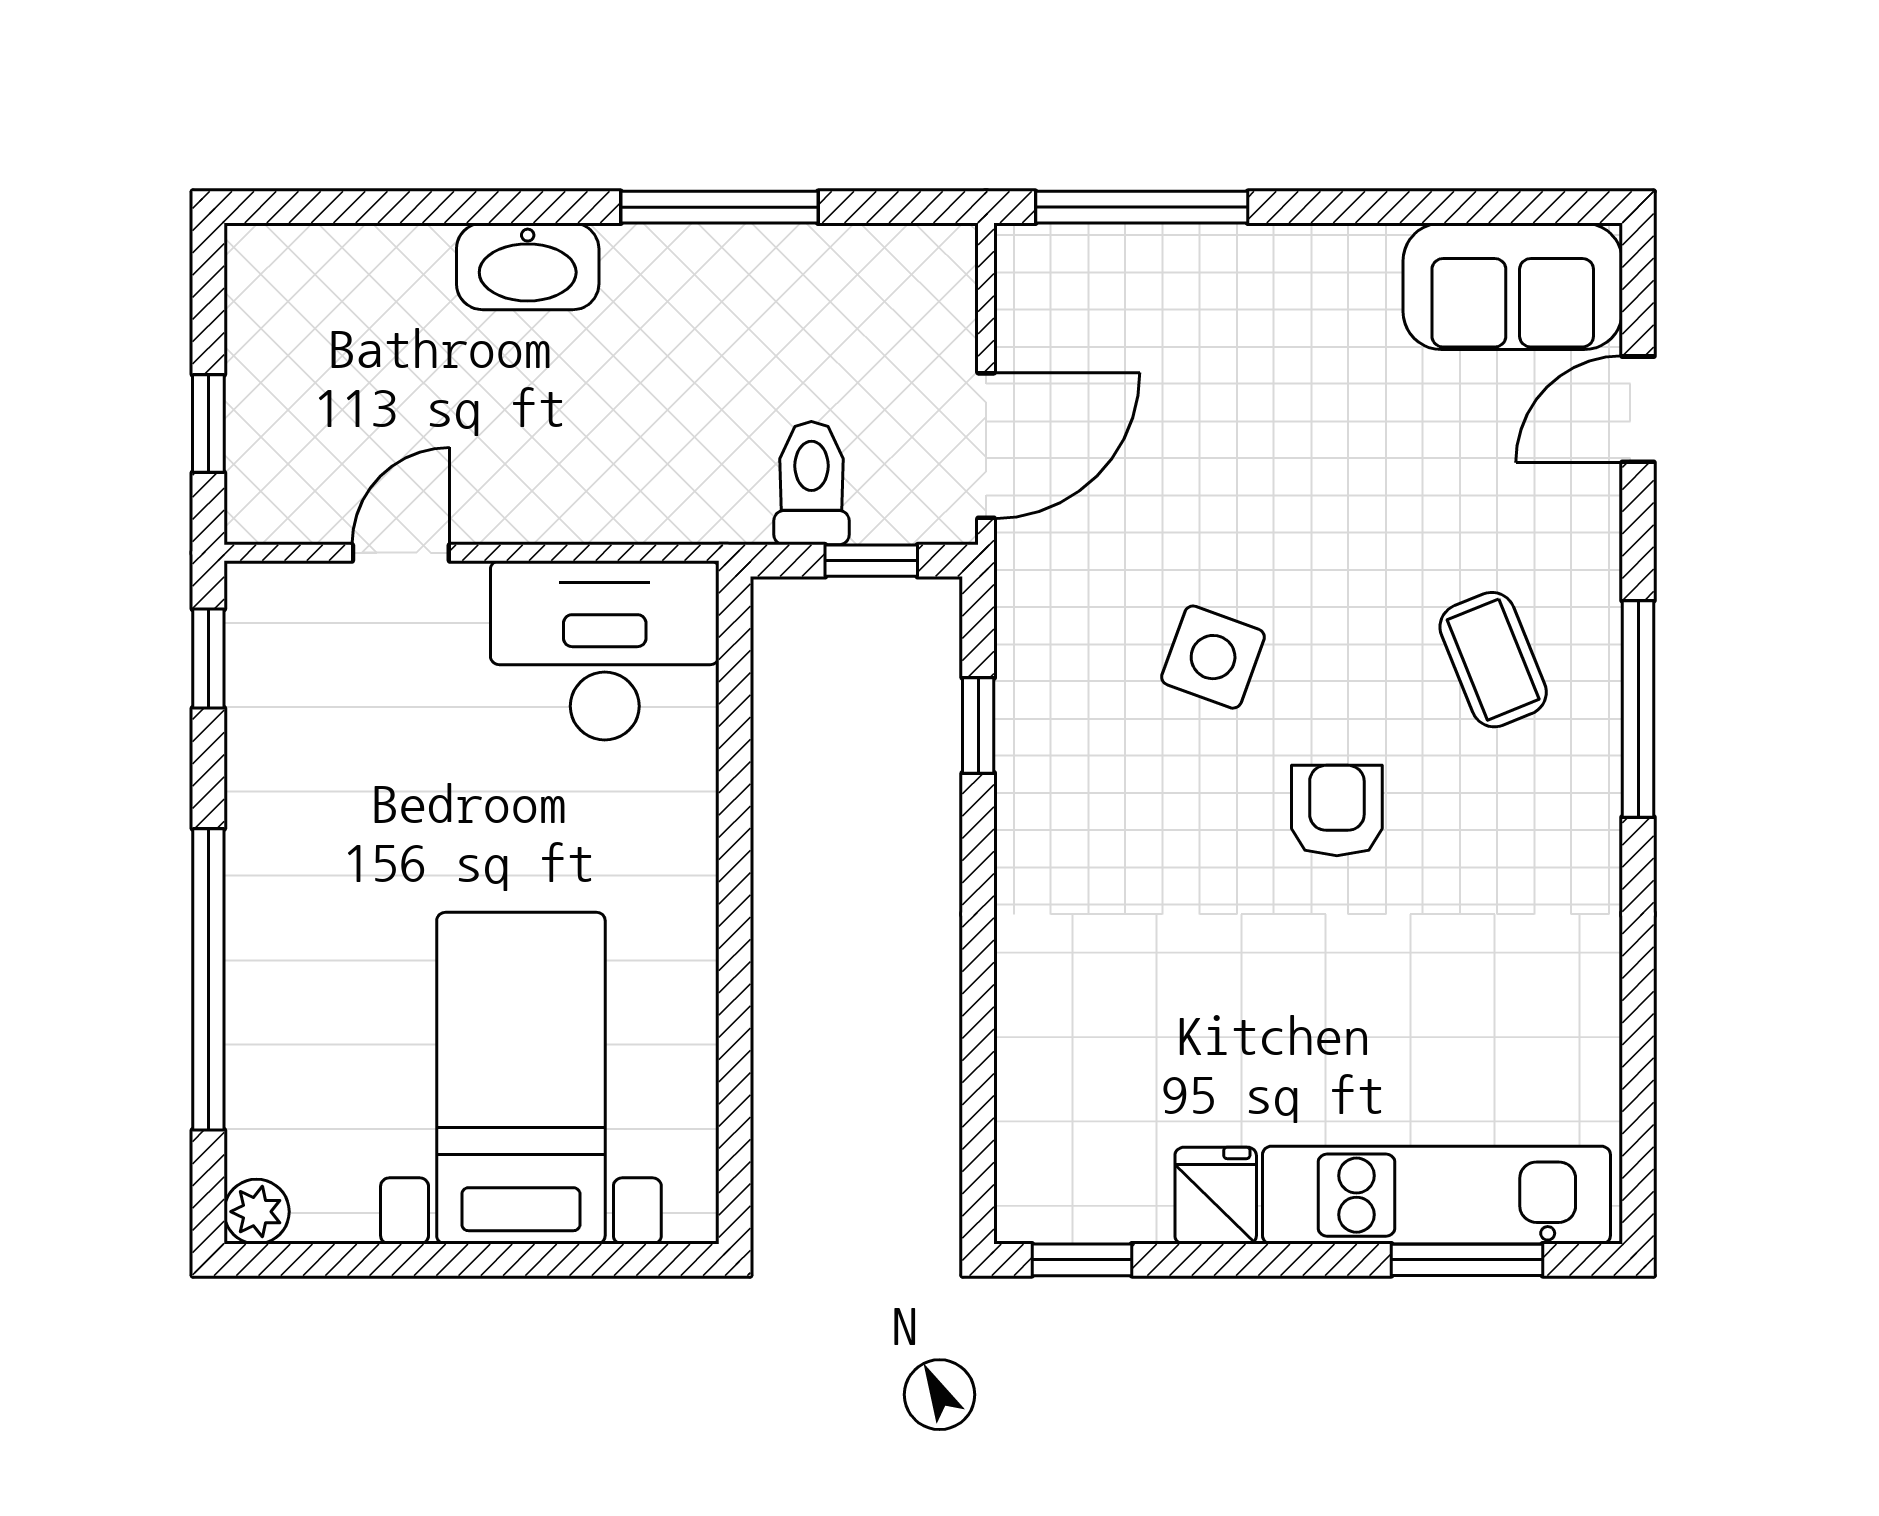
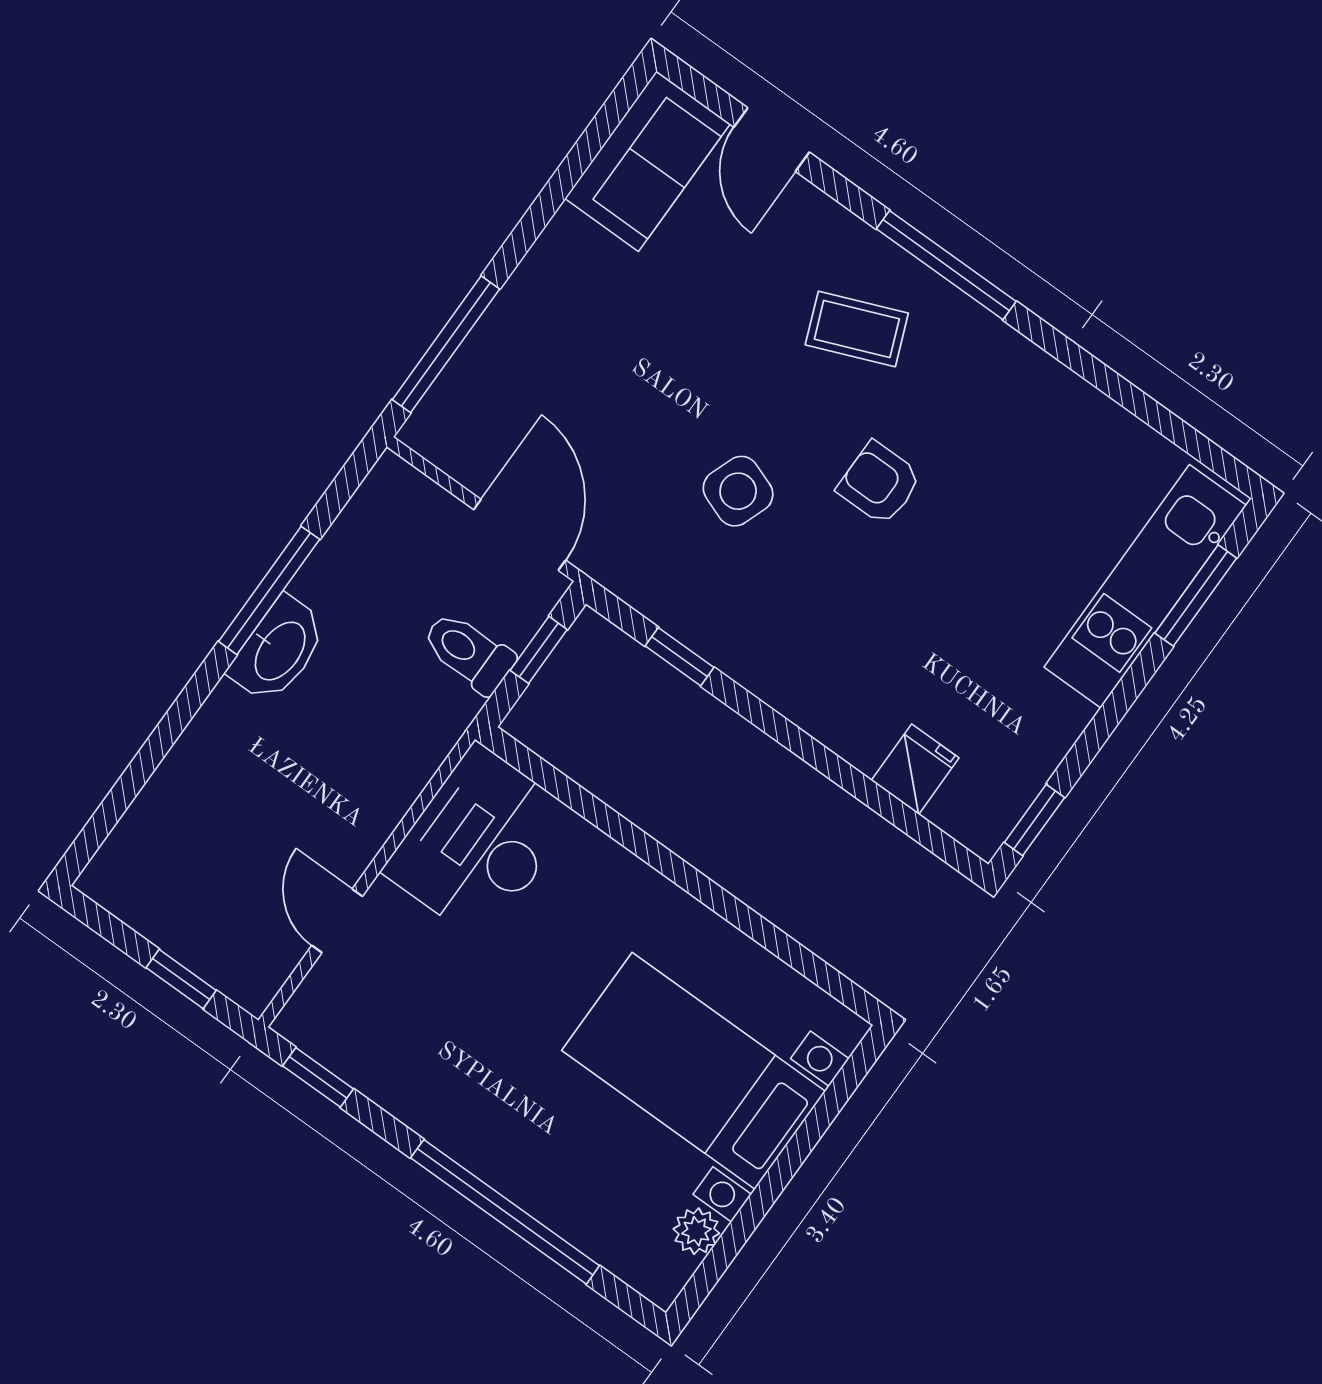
washbasin: (528, 266) -> (279, 650), moved
fridge: (1216, 1196) -> (915, 769), moved, turned 90
plant: (257, 1212) -> (696, 1231), moved

